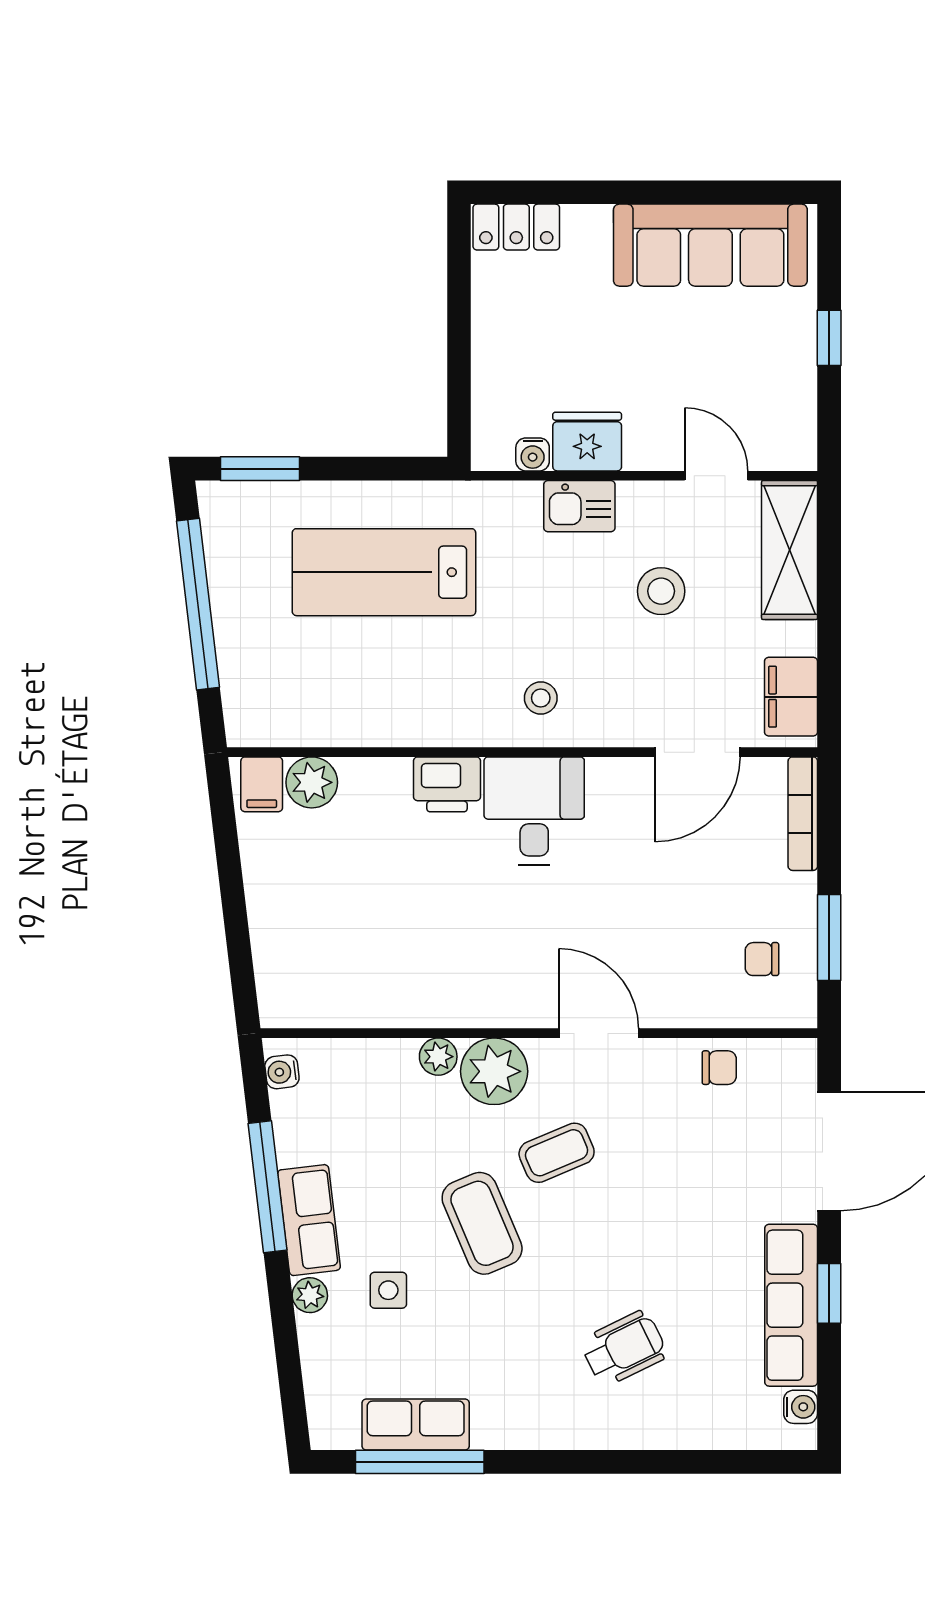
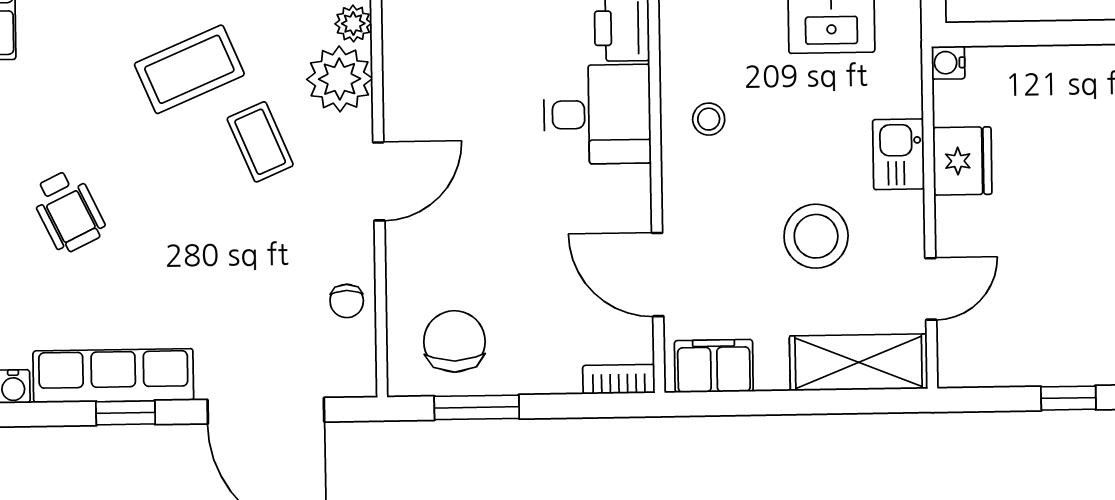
water cooler: (533, 454) -> (948, 63), moved
stool: (661, 591) -> (816, 236), width x1.38, depth x1.38
bookcase: (803, 814) -> (619, 379), width x0.64
chair: (762, 959) -> (454, 341), width x1.87, depth x1.87

